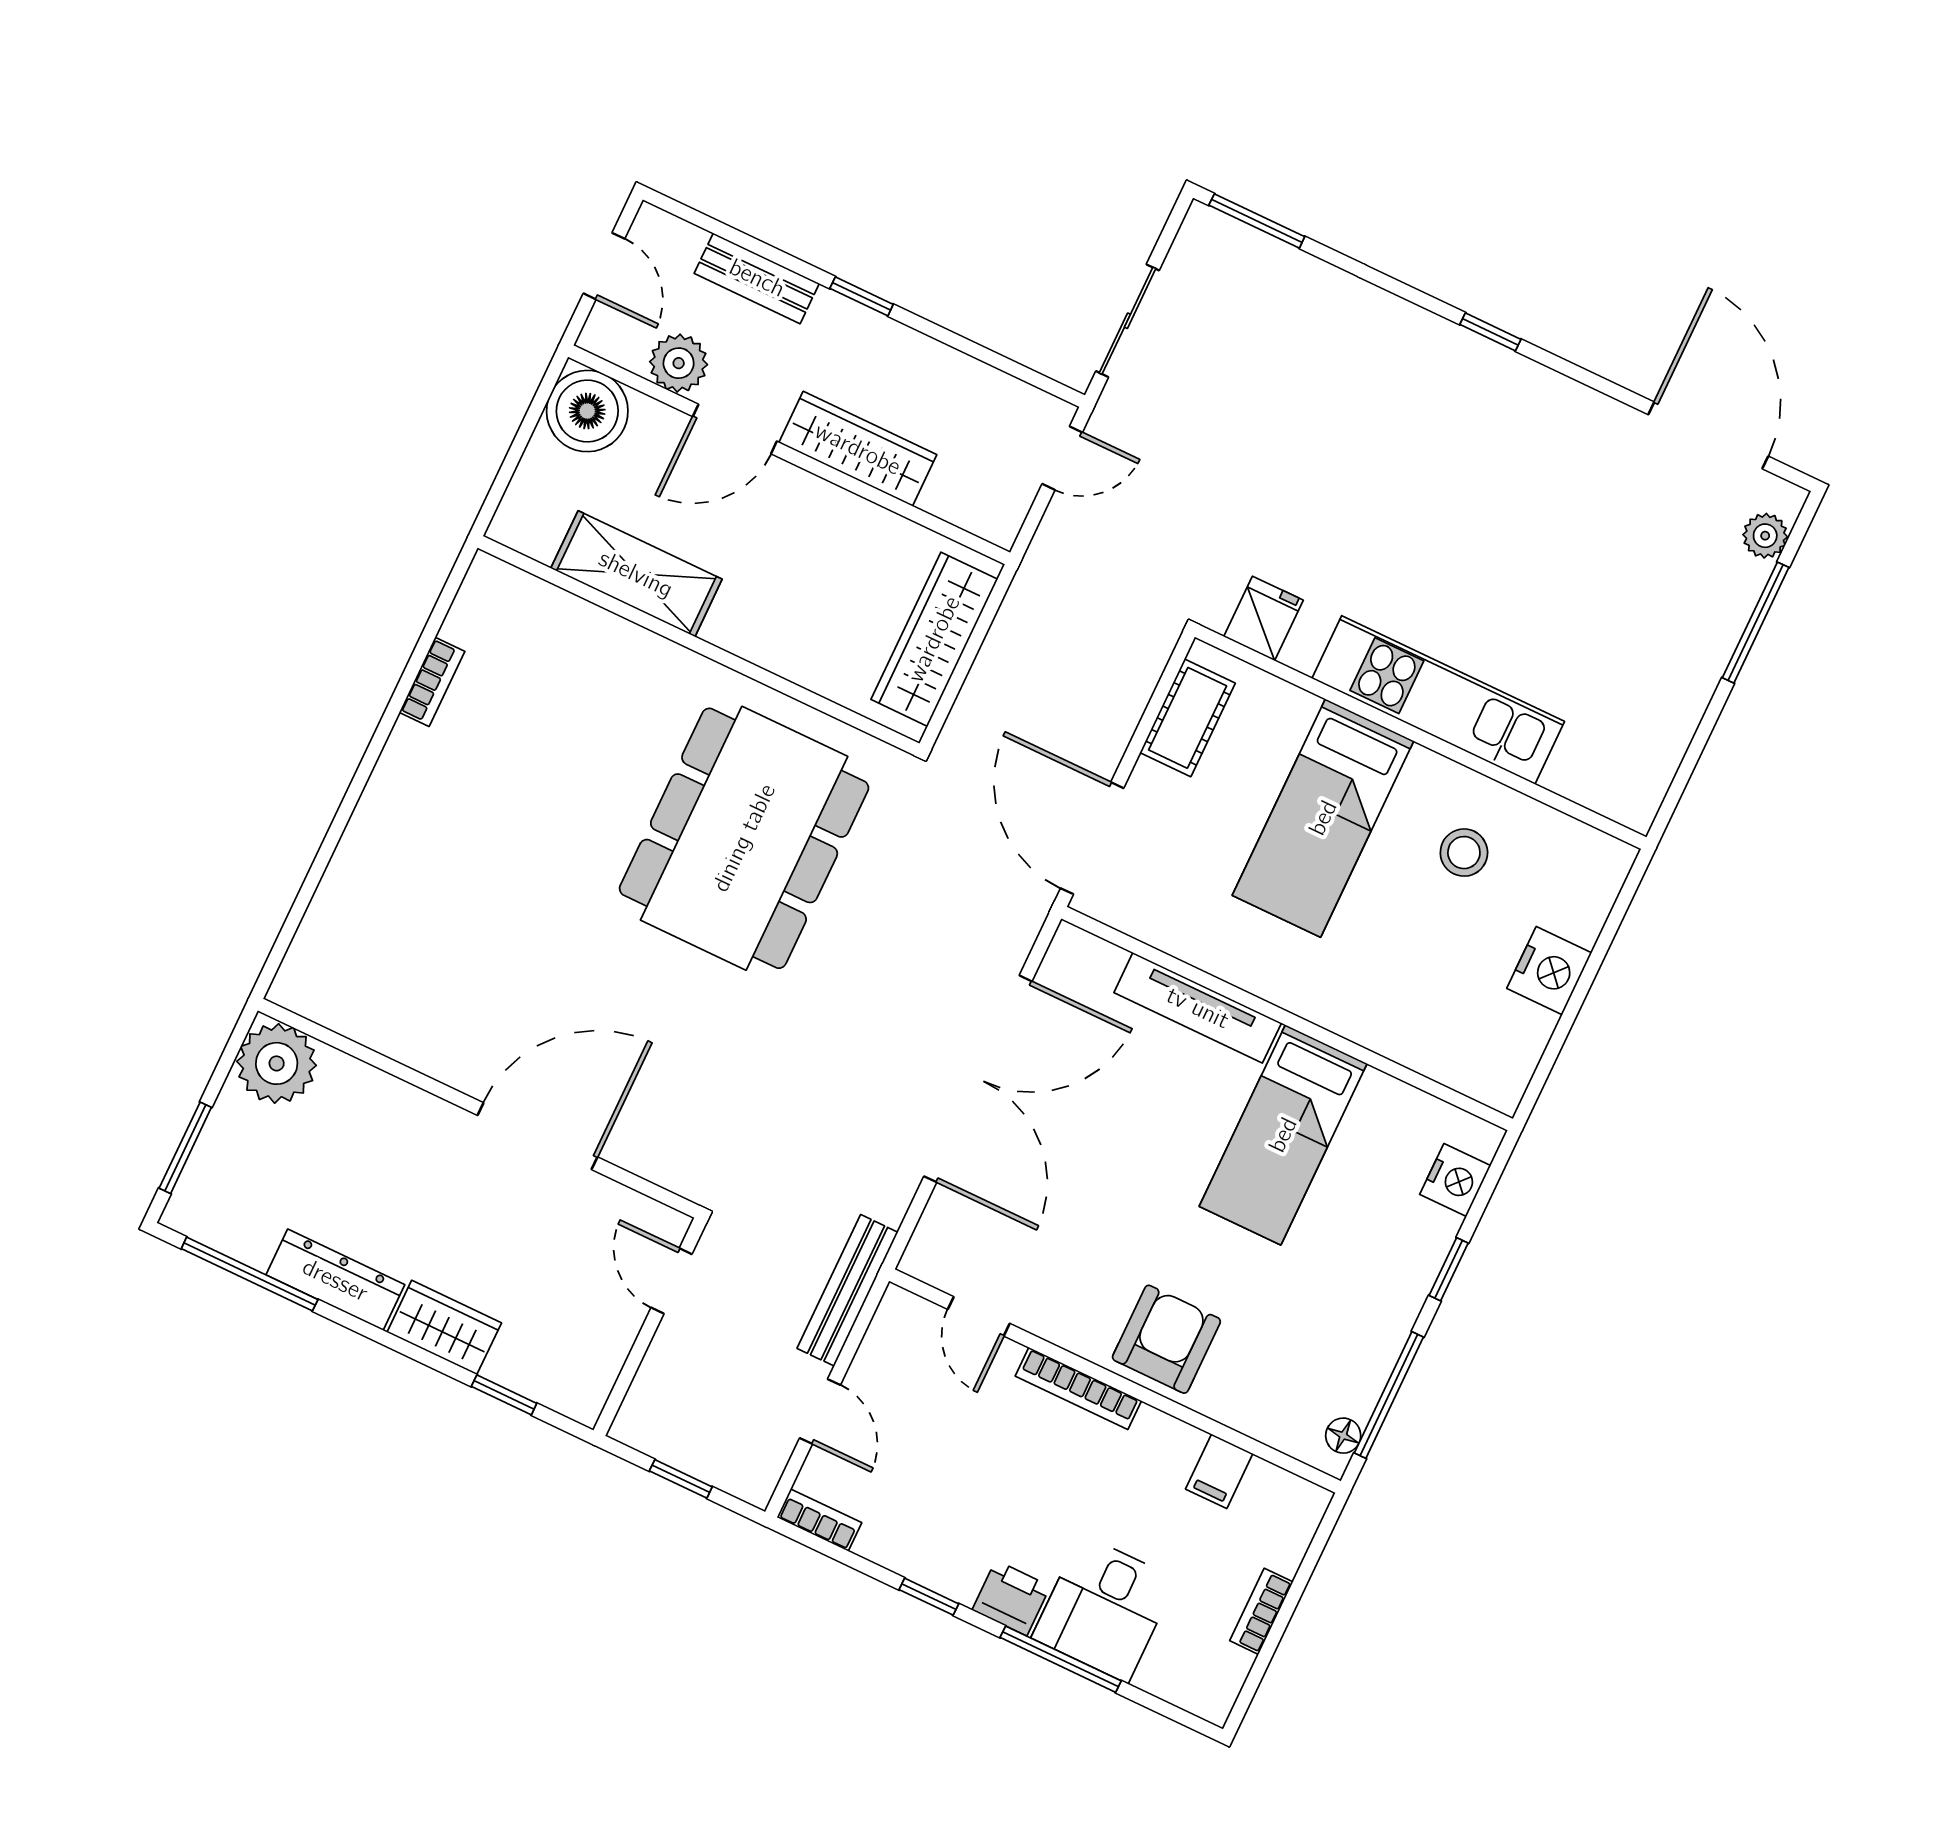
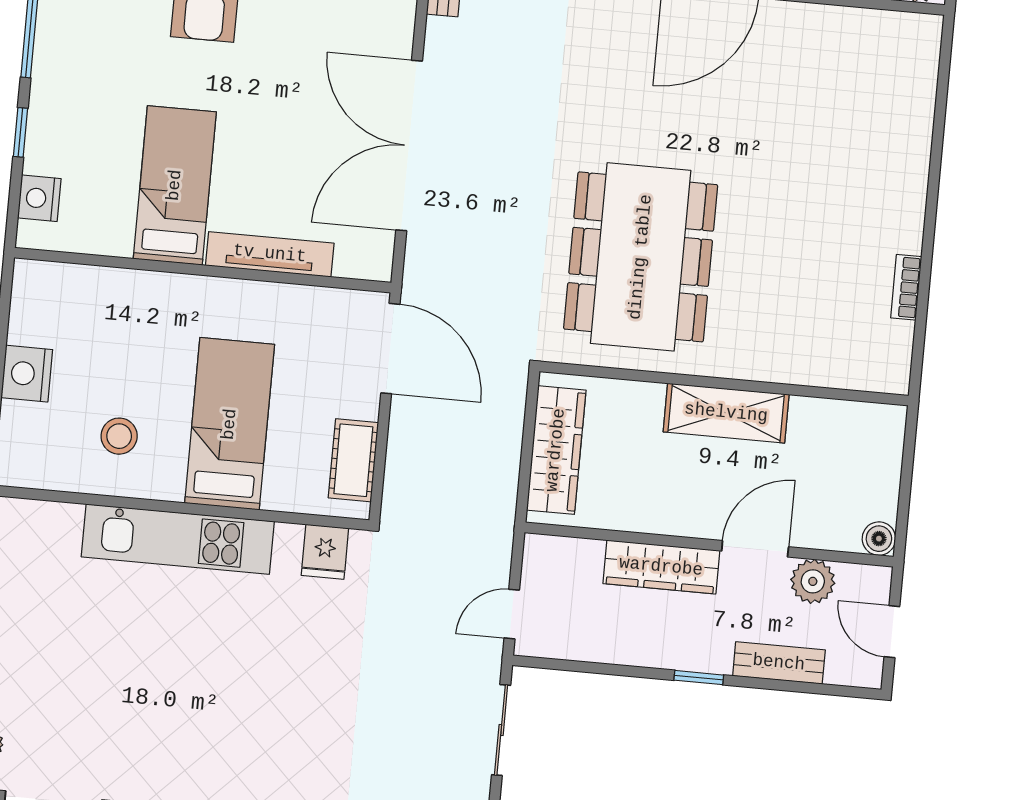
boiler: (587, 411) -> (879, 539), width x0.54, depth x0.54
shelving: (636, 574) -> (726, 413), moved

